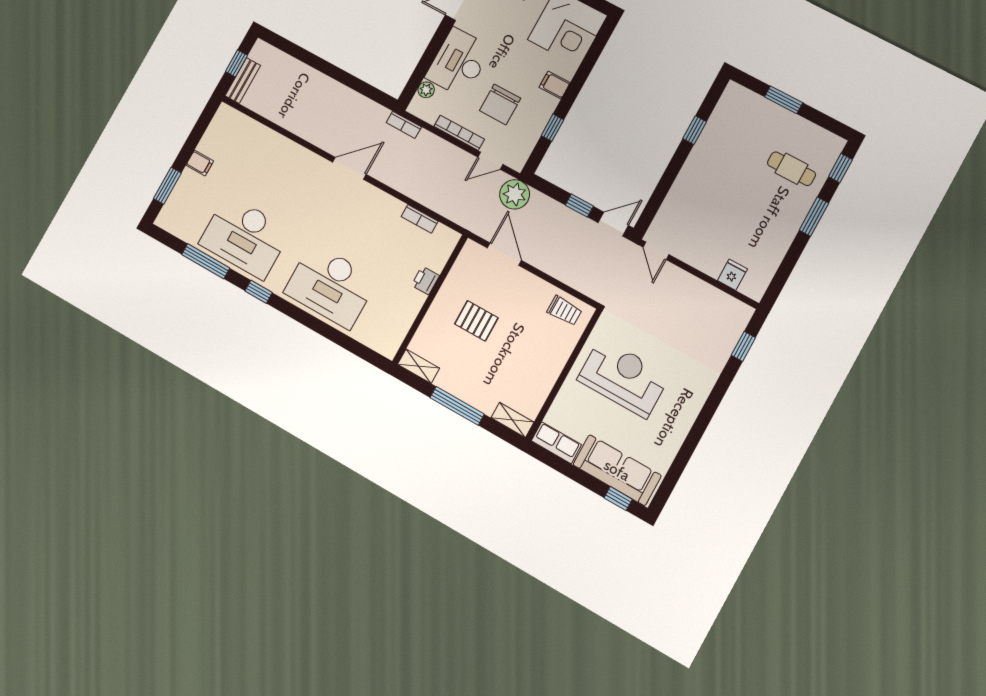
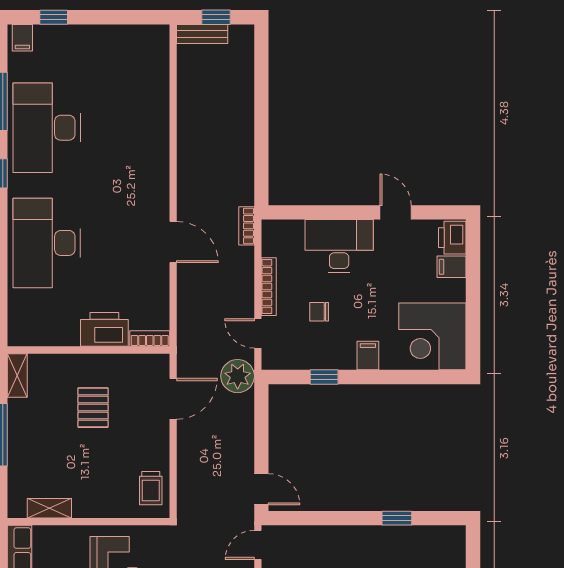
plant: (426, 90) -> (294, 229), removed
chair: (500, 104) -> (319, 312), width x0.54, depth x0.54
filing cabinet: (200, 163) -> (22, 38), moved
door: (349, 168) -> (173, 242), moved
window: (167, 186) -> (54, 17), width x0.67
window: (579, 206) -> (261, 446), removed
bookcase: (420, 219) -> (150, 339), moved, turned 90
printer: (425, 280) -> (104, 329), width x1.87, depth x1.48
shelving: (512, 420) -> (49, 508), moved, turned 90

